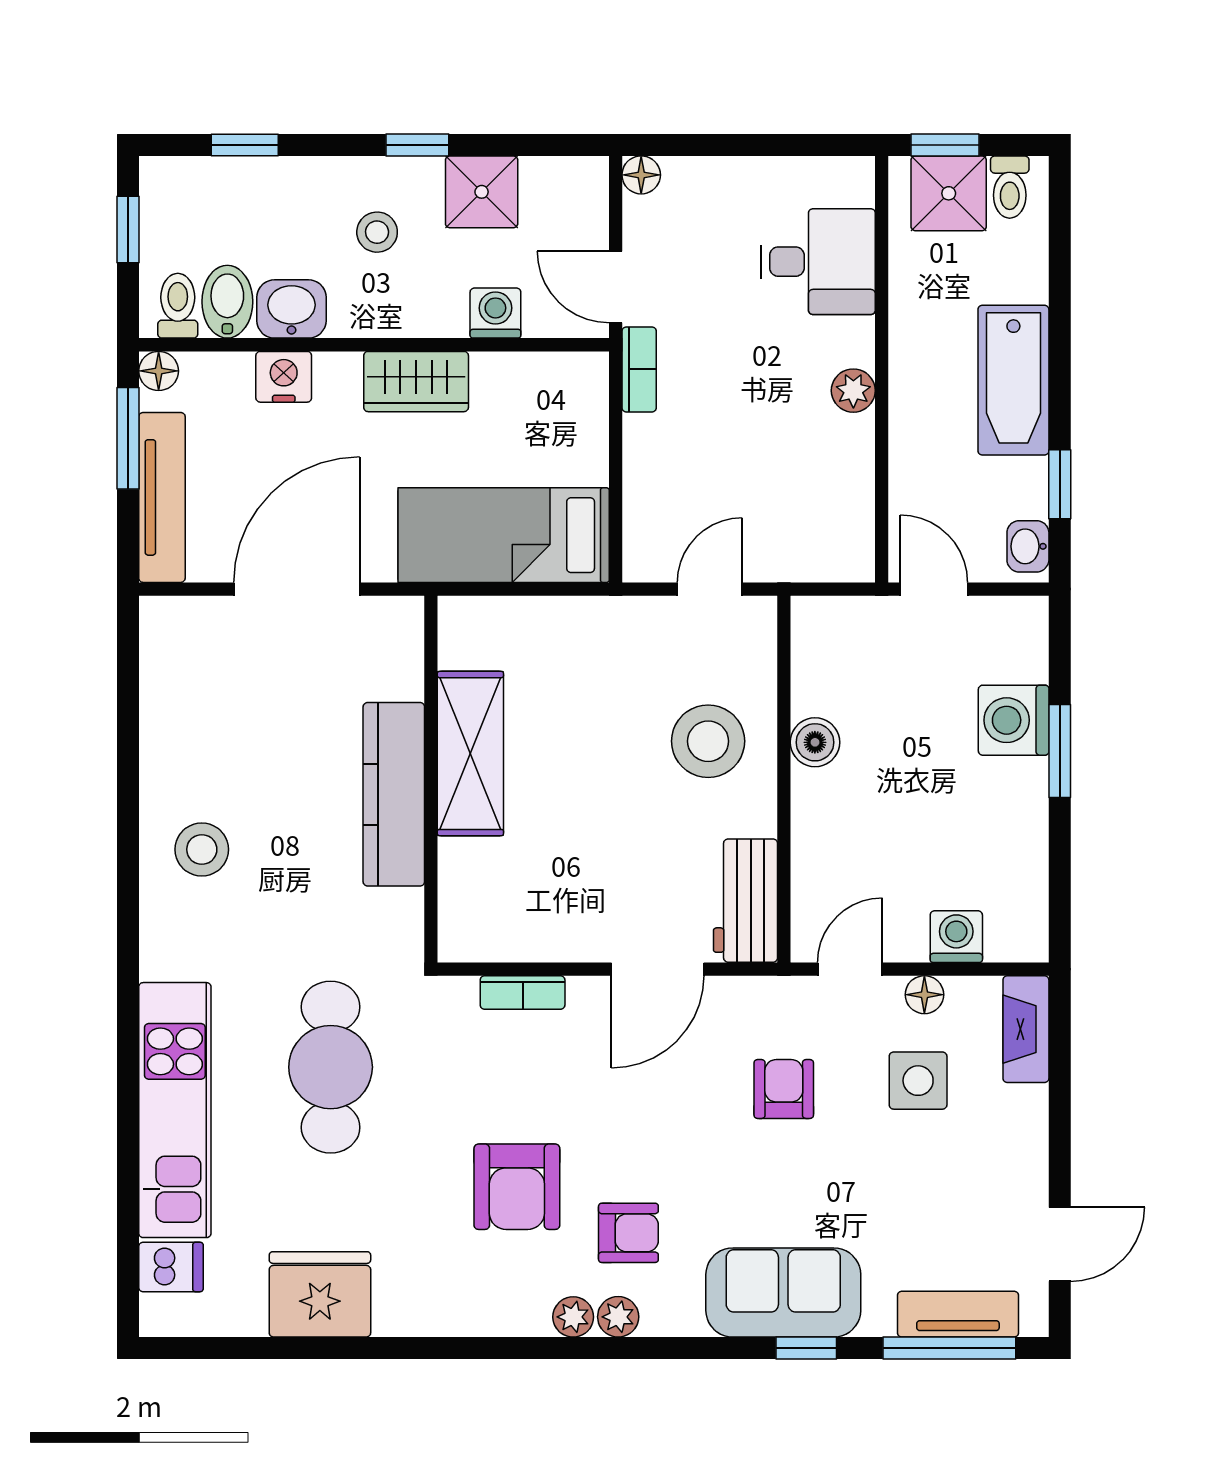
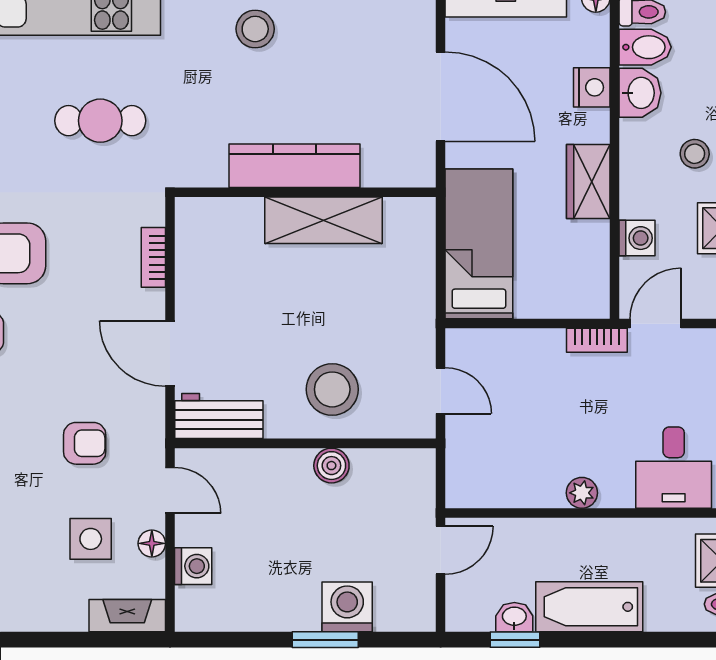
washbasin: (1028, 546) -> (514, 617), moved
cafe table: (331, 1067) -> (100, 121), width x0.73, depth x0.74

